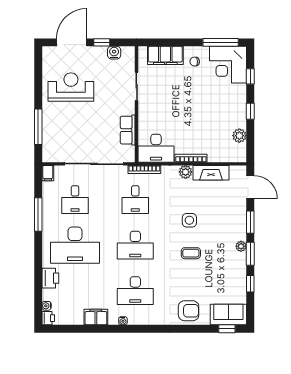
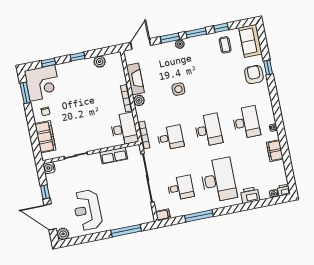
window: (221, 42) -> (25, 93), width x0.69
plant: (49, 53) -> (63, 234), added
water cooler: (114, 53) -> (49, 168), moved
plant: (241, 246) -> (180, 44), moved
coffee table: (191, 253) -> (225, 45), moved
window: (227, 329) -> (268, 67), moved

